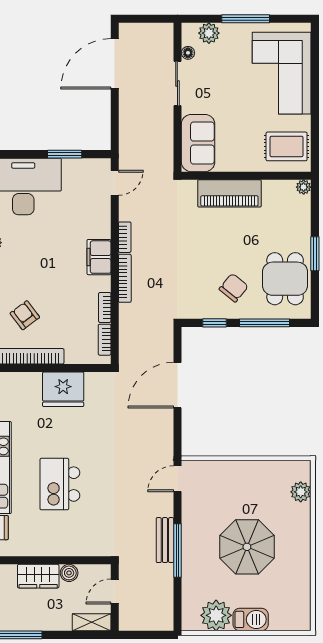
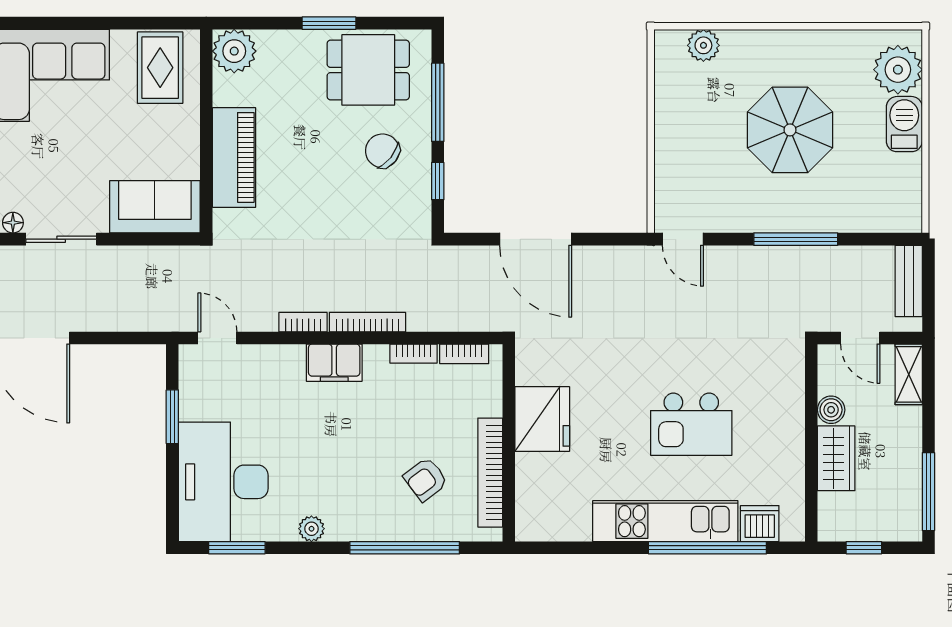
plant: (304, 187) -> (234, 51), width x1.88, depth x1.88
bench: (165, 540) -> (909, 281), moved, turned 90
plant: (216, 615) -> (898, 70), moved

